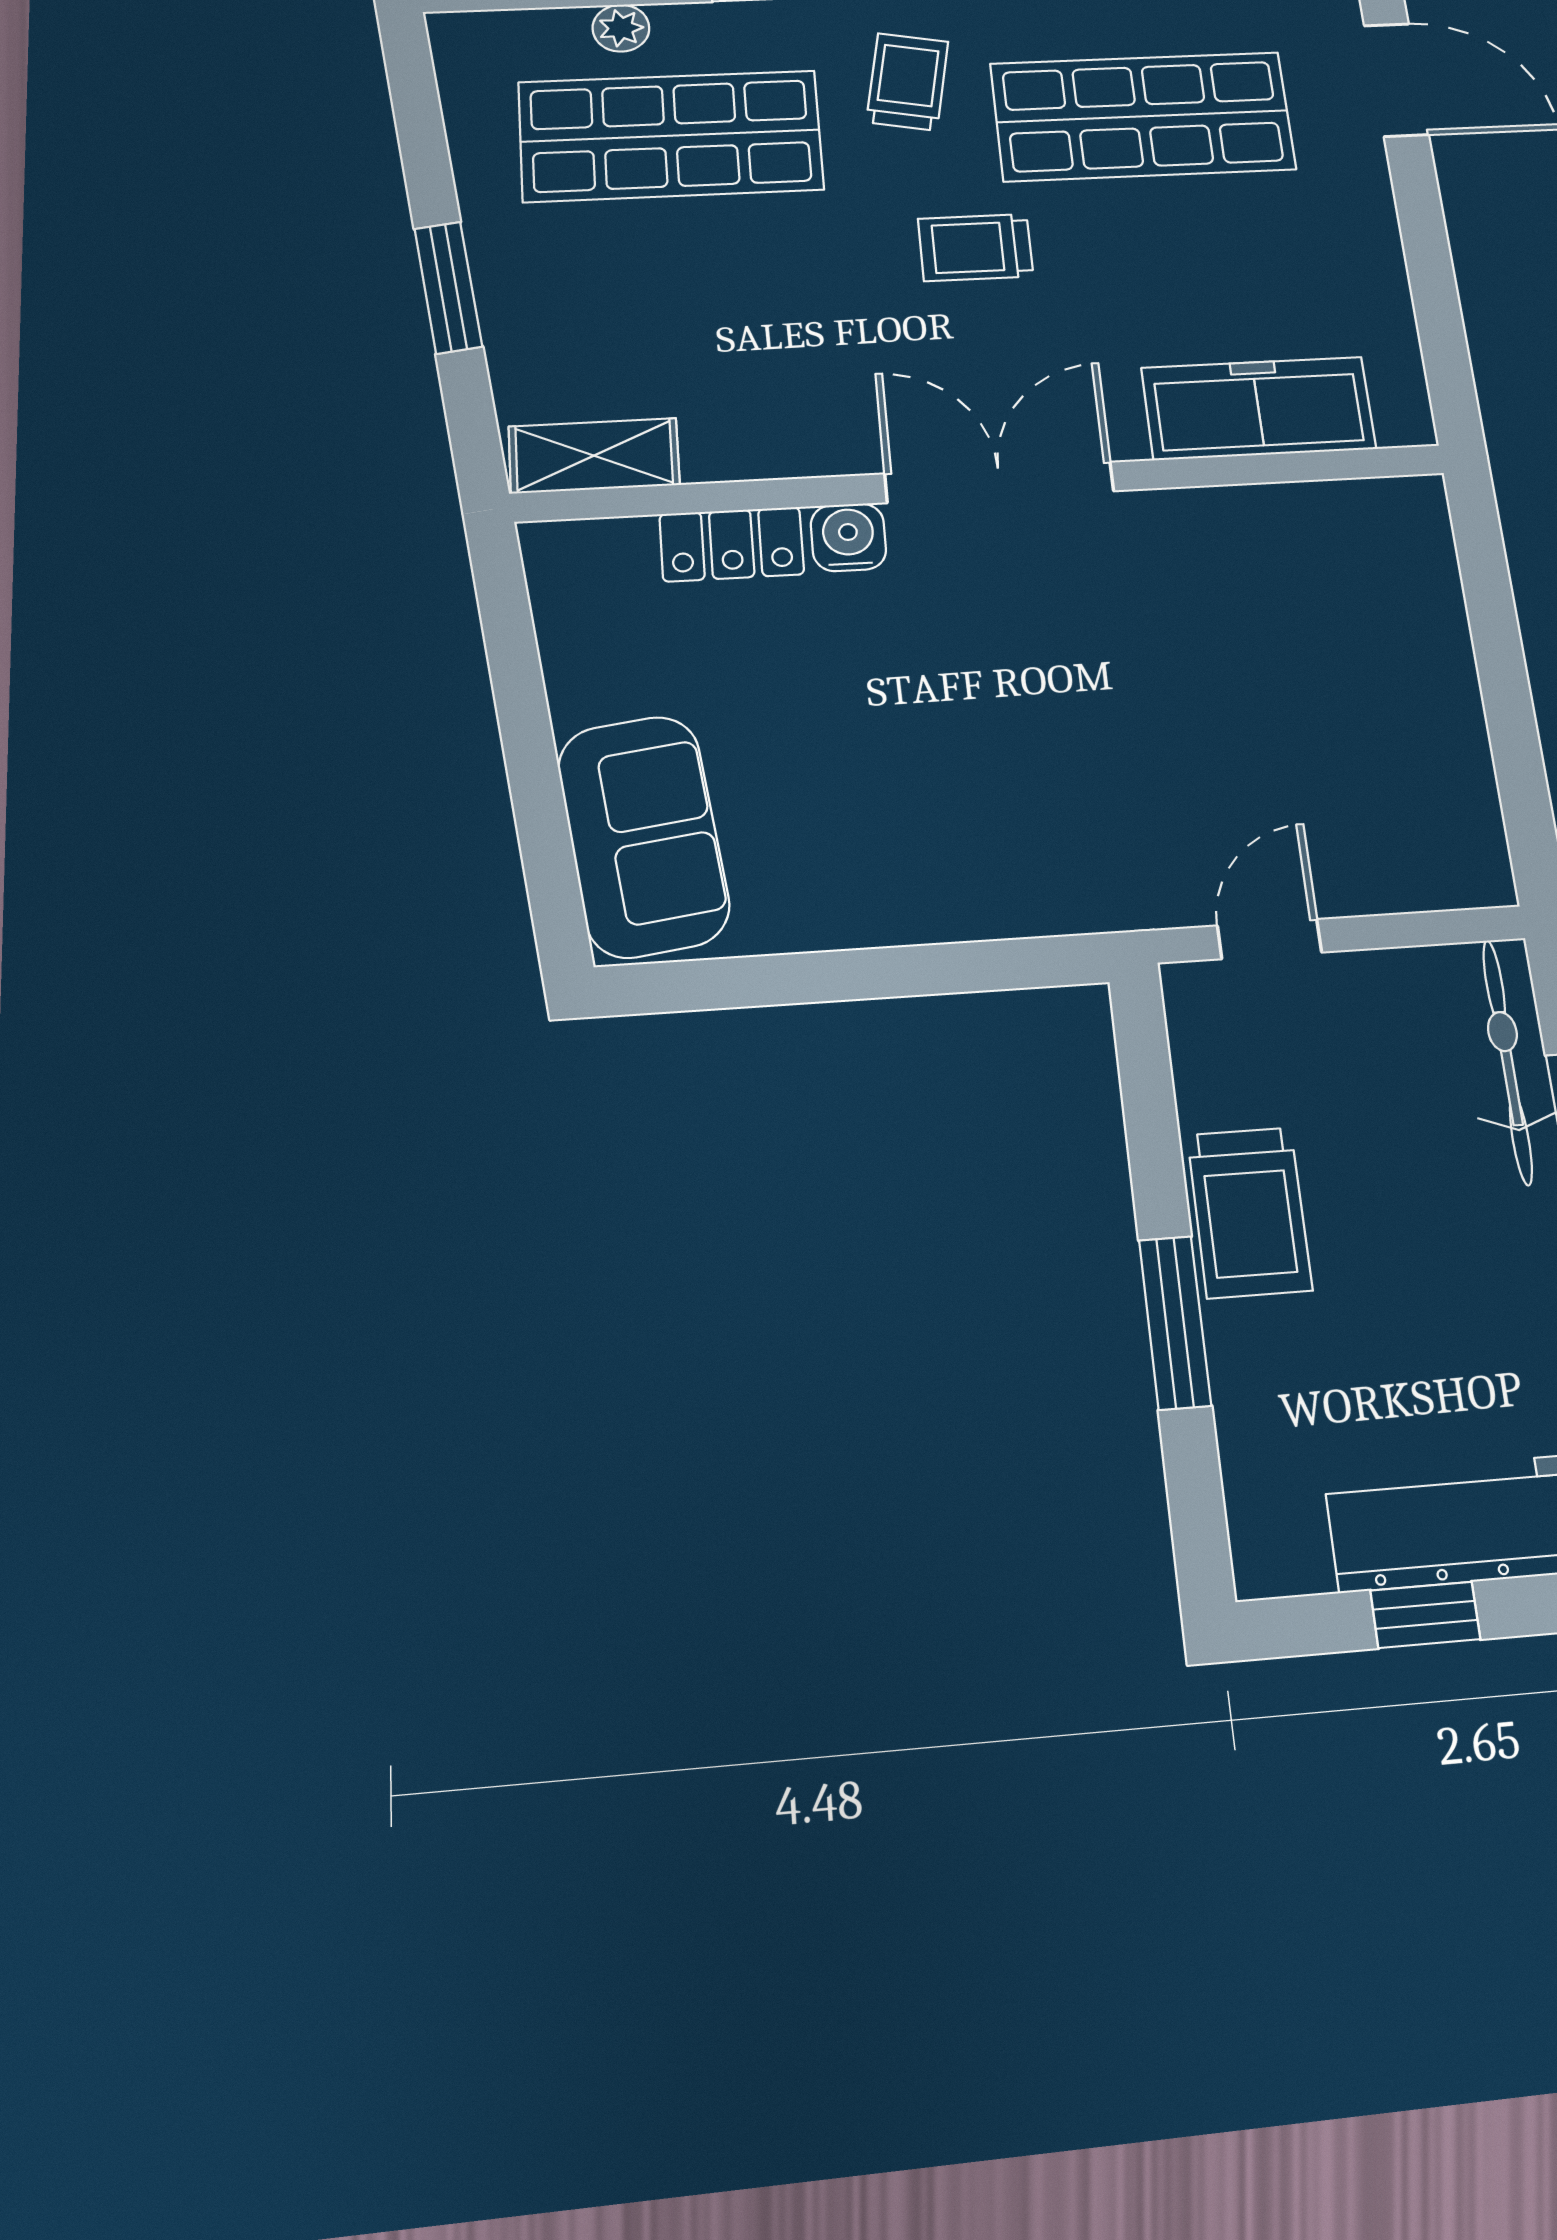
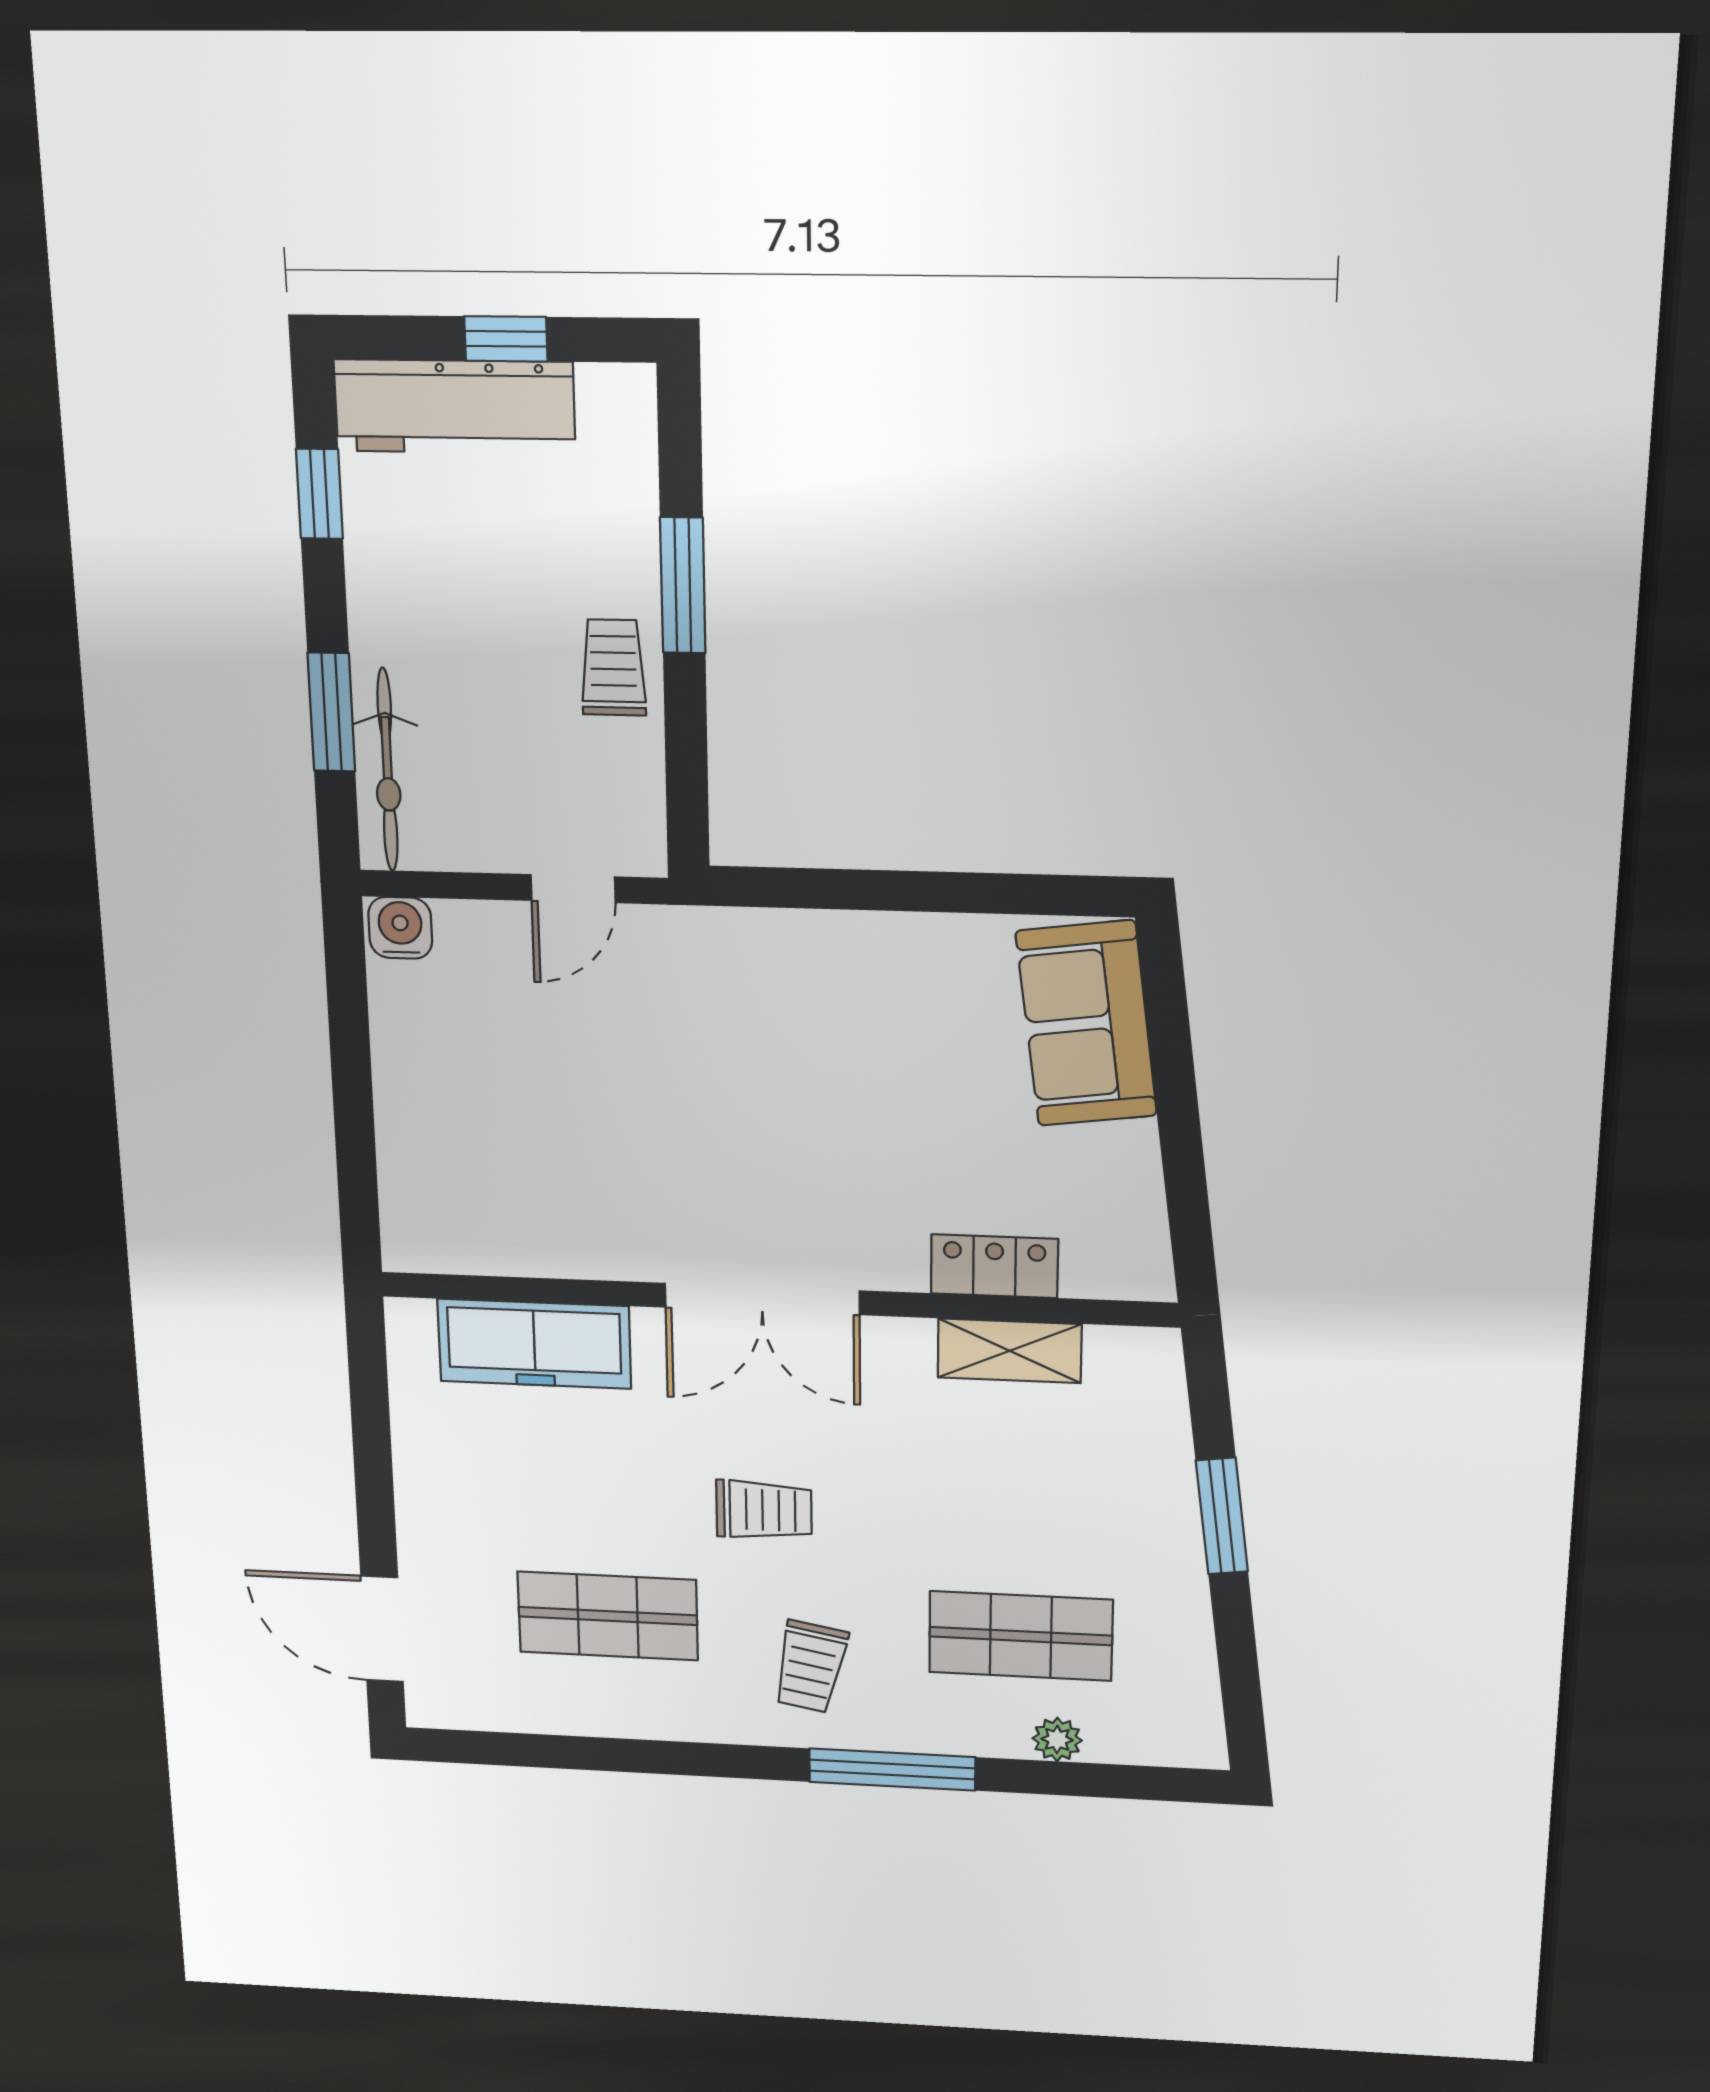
shop shelf: (1142, 116) -> (608, 1616), width x0.70, depth x0.74
shop shelf: (670, 136) -> (1021, 1636), width x0.70, depth x0.74
shelving: (594, 456) -> (1010, 1351), moved
water cooler: (848, 537) -> (400, 928), moved, turned 180
trolley: (1249, 1212) -> (613, 668), width x0.73, depth x0.72

